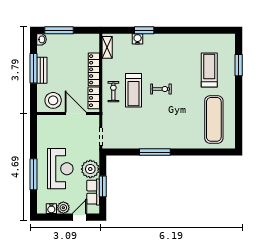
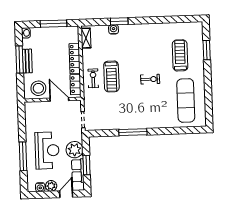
window: (59, 30) -> (53, 24), moved
exercise bike: (161, 89) -> (150, 79), moved

